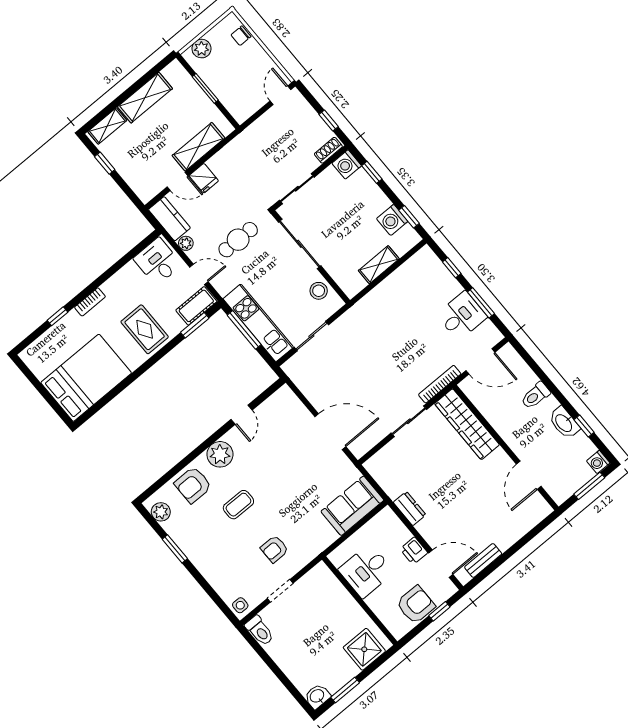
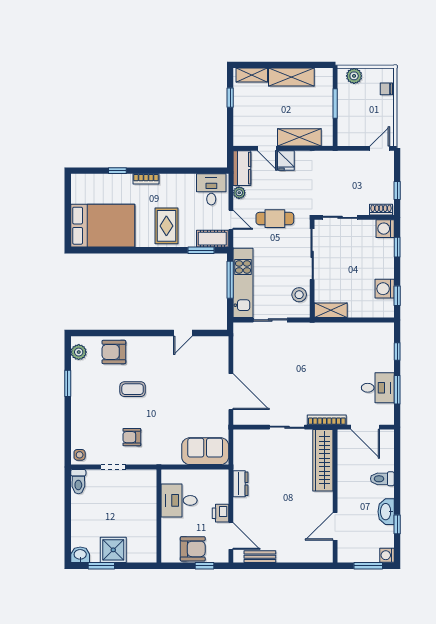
shelving: (379, 265) -> (331, 310), moved
plant: (220, 454) -> (148, 347), removed
shower: (364, 649) -> (113, 550), moved

